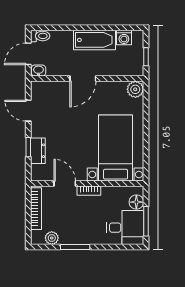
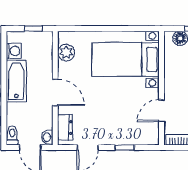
plant: (135, 89) -> (66, 53), moved
dresser: (38, 151) -> (65, 127), moved, turned 90
bookcase: (89, 191) -> (169, 86), removed

